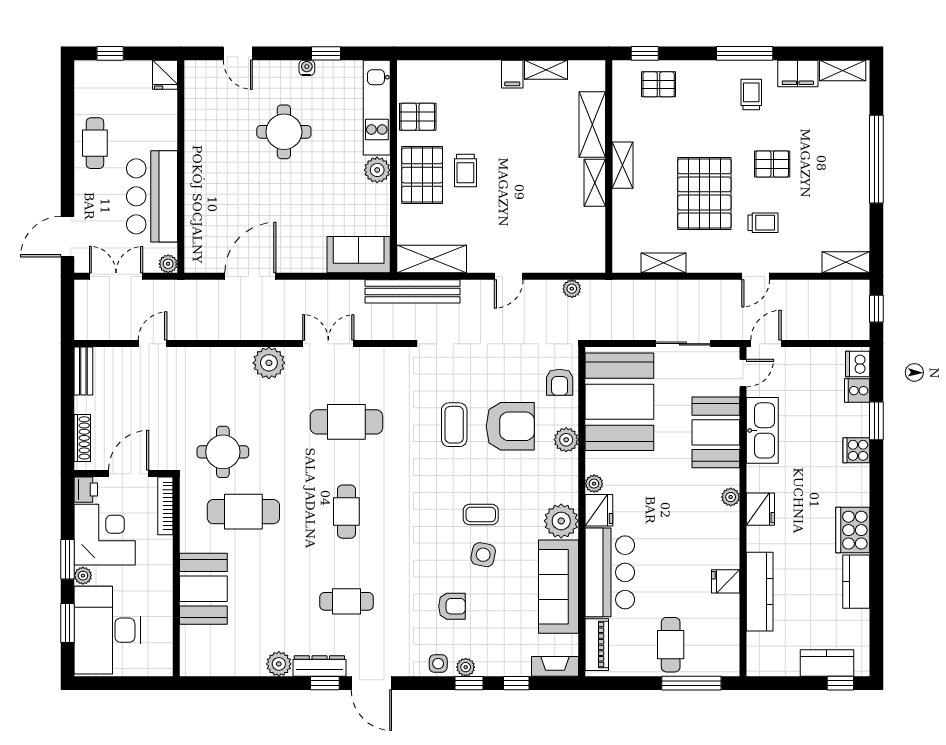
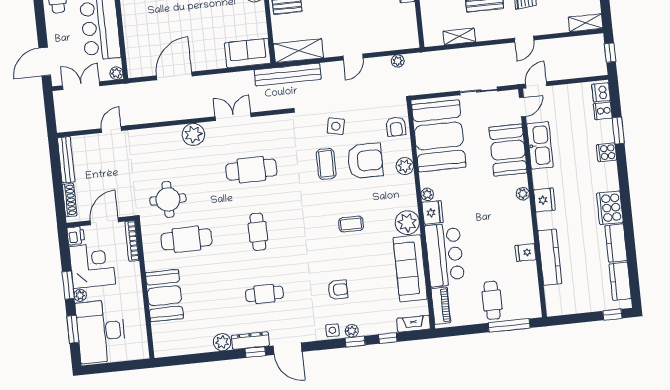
bench: (83, 371) -> (66, 160), width x1.36
side table: (483, 555) -> (336, 126), moved
kitchen counter: (827, 663) -> (620, 281), moved, turned -90

